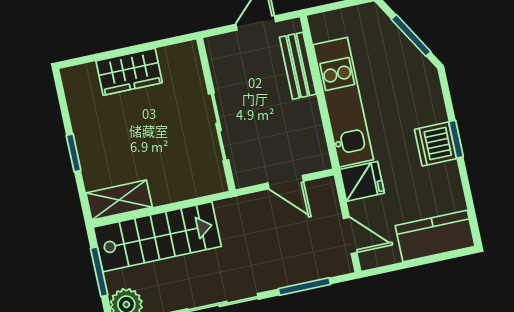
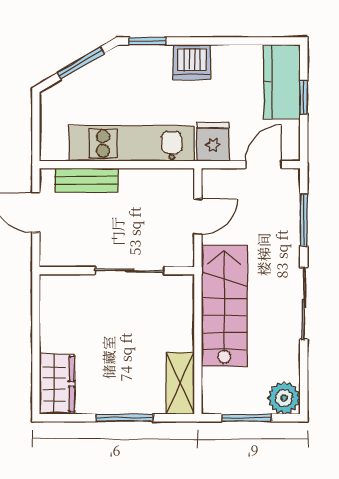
wardrobe: (129, 72) -> (57, 384), moved
window: (456, 139) -> (147, 41), moved
window: (74, 153) -> (125, 418), width x1.50
stairs: (157, 237) -> (224, 306), moved
window: (425, 261) -> (304, 97), added

